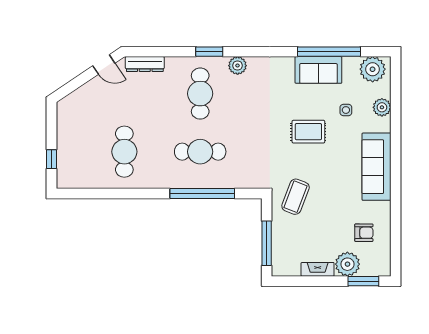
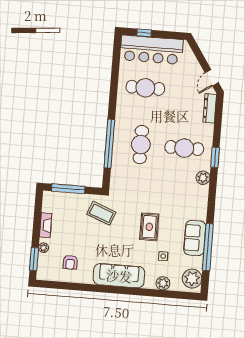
bar counter: (73, 147) -> (152, 50), added
plant: (347, 264) -> (43, 248), width x0.53, depth x0.53

